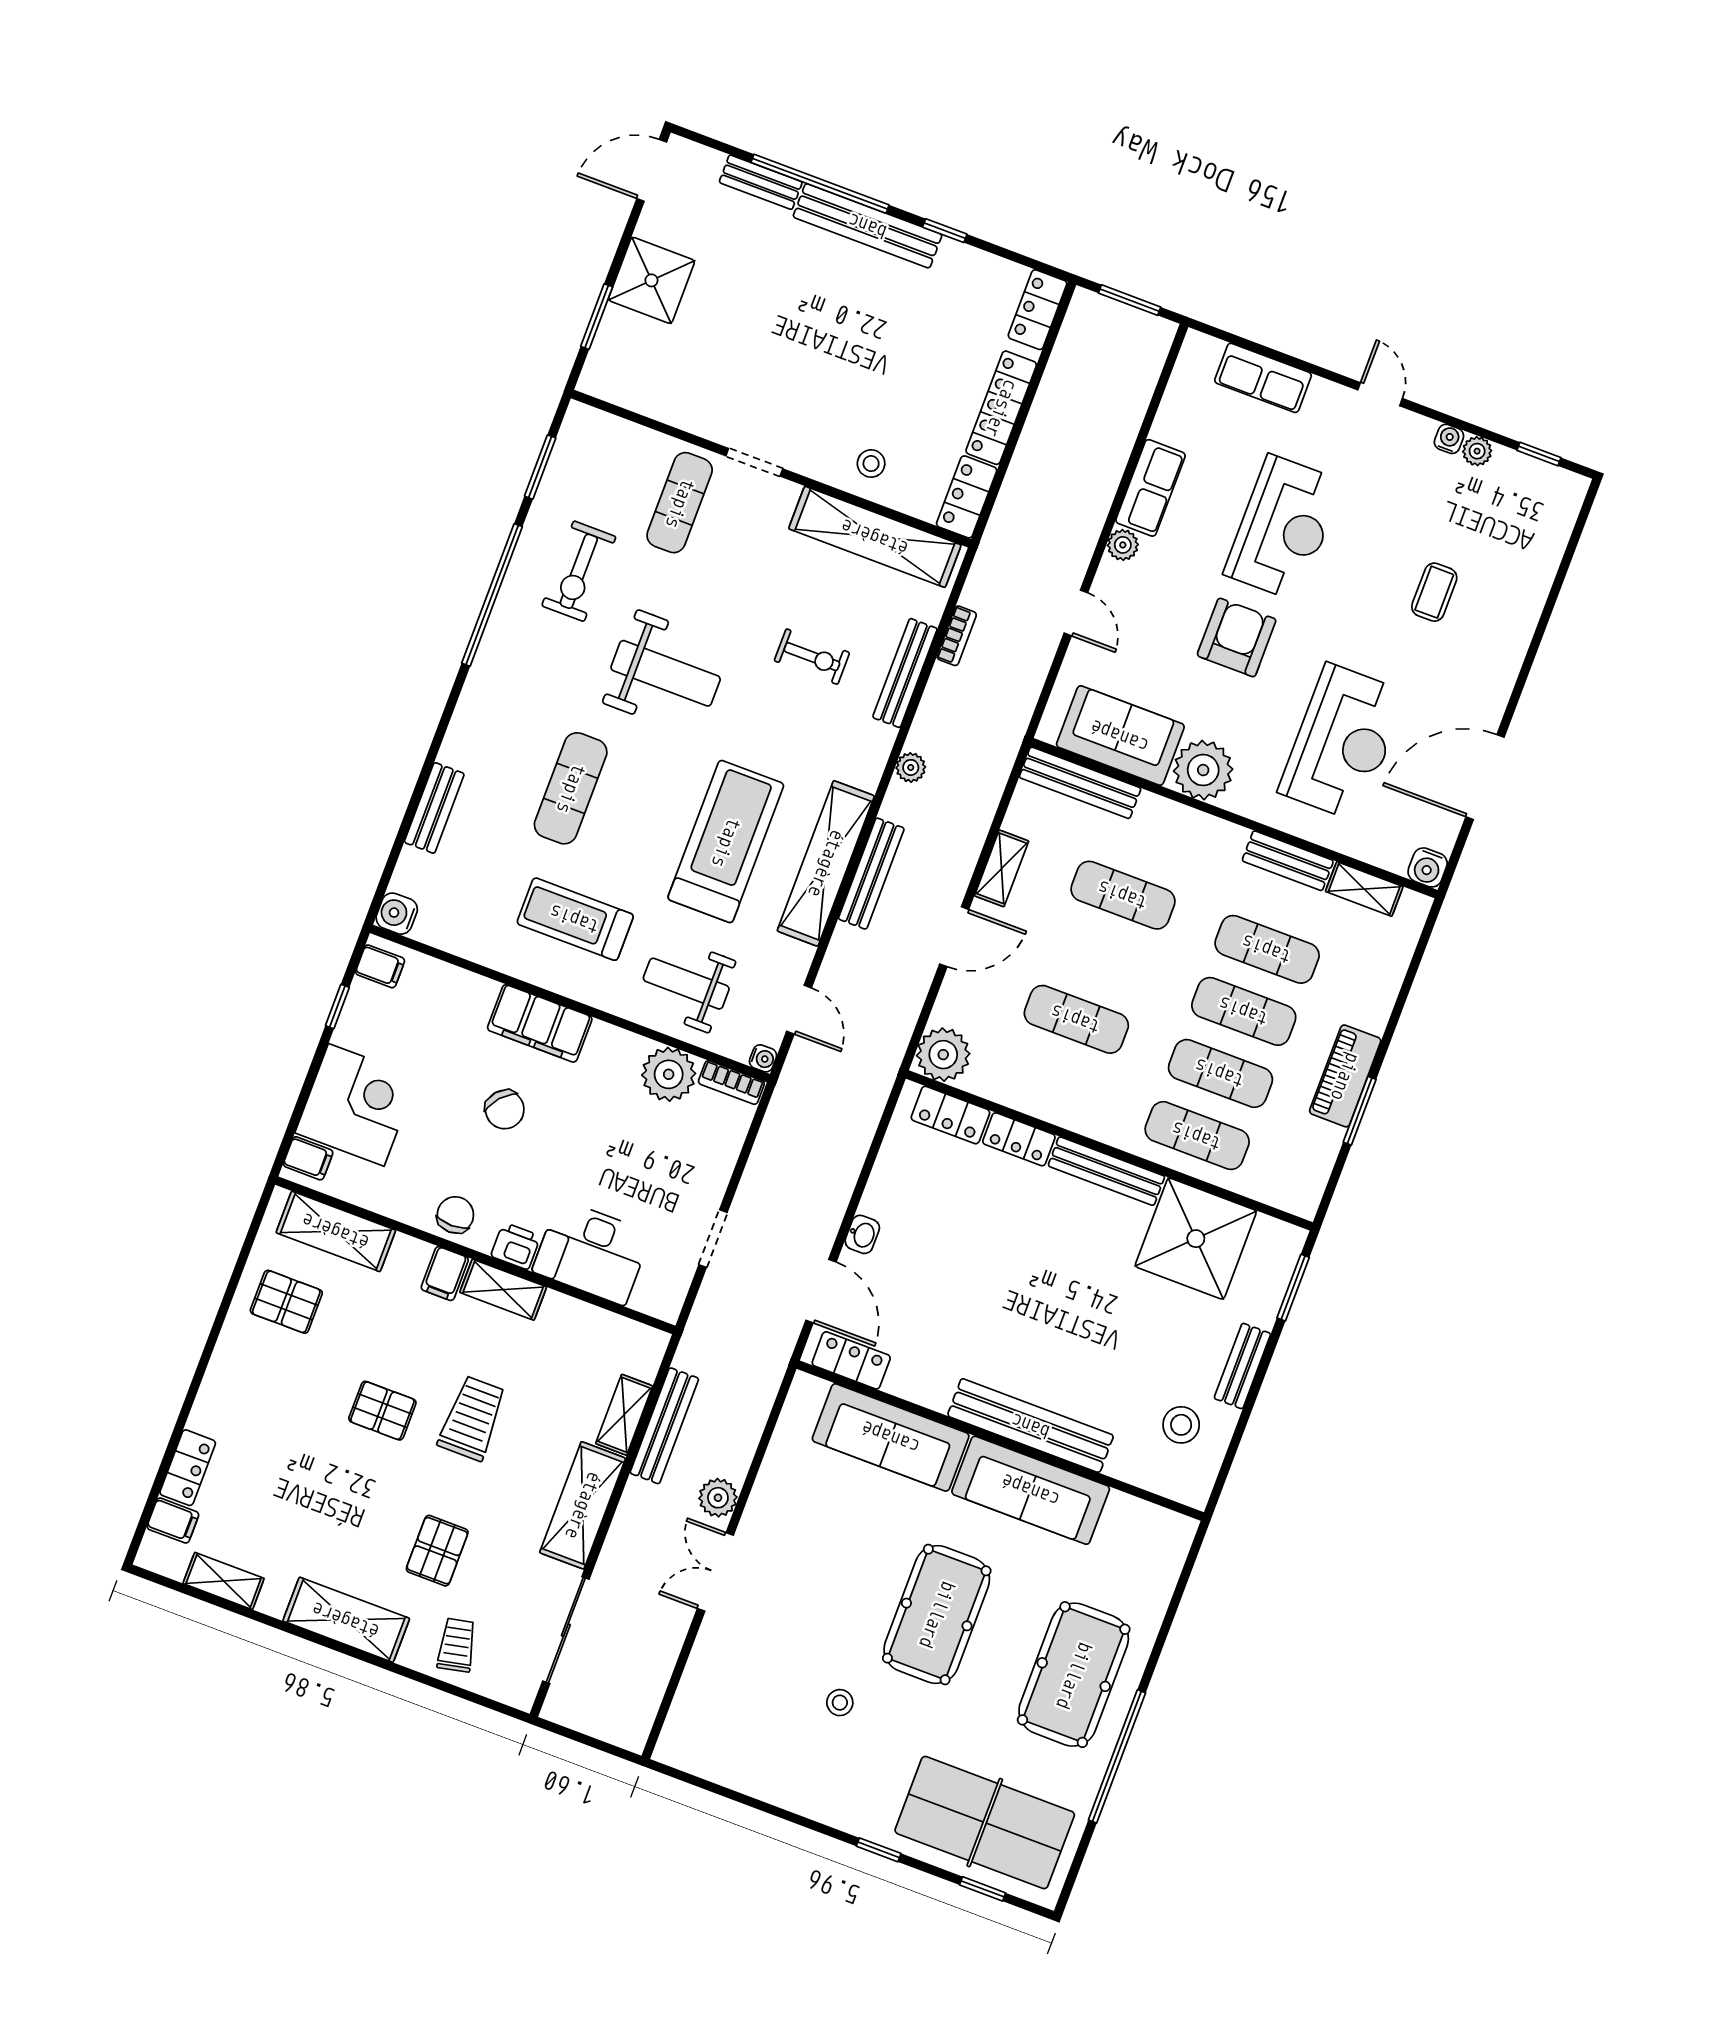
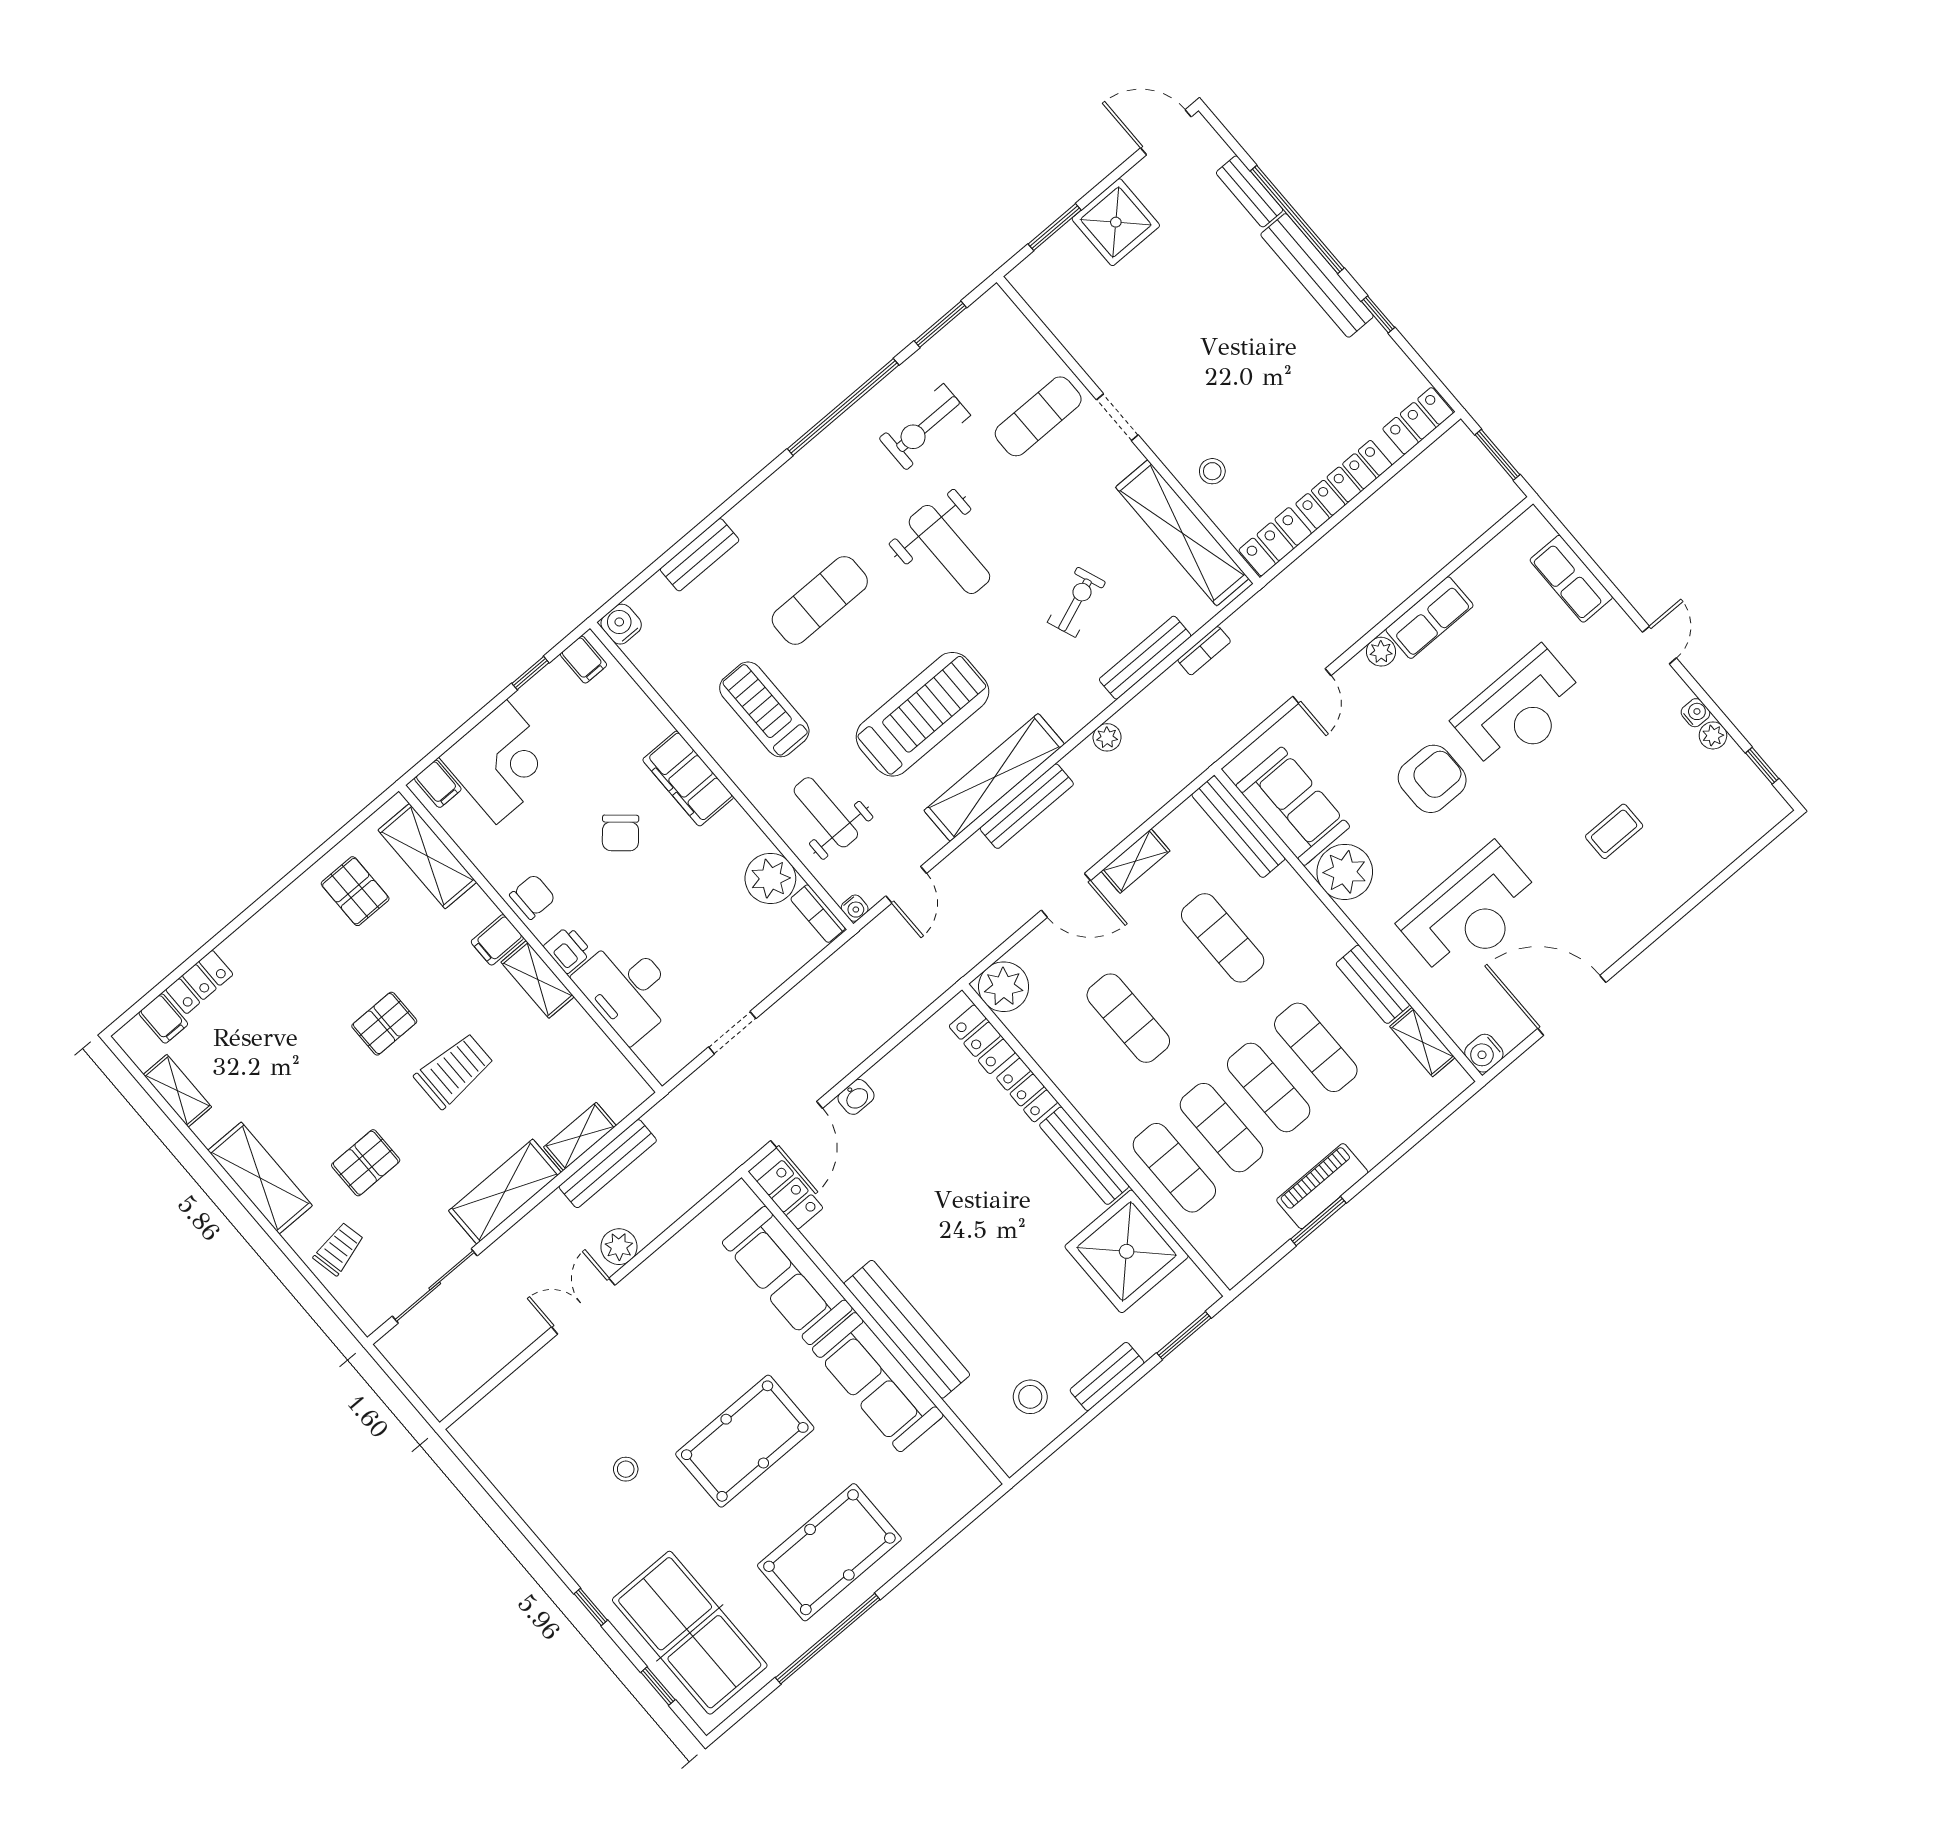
exercise bike: (812, 657) -> (1077, 602), turned -111
pallet: (382, 1411) -> (384, 1024), turned 90

